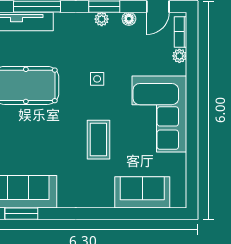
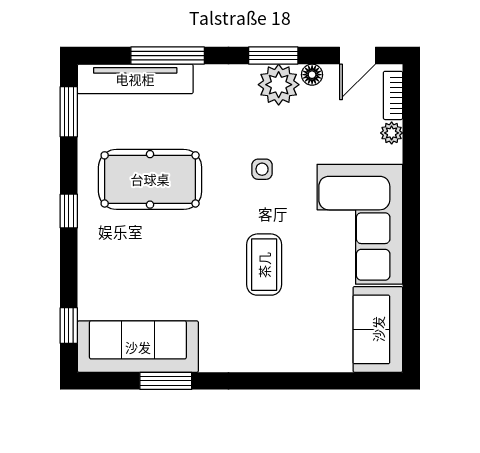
plant: (102, 19) -> (279, 85), width x1.88, depth x1.88
sofa: (142, 192) -> (378, 329), moved, turned -90
window: (21, 214) -> (166, 381), moved

